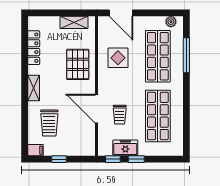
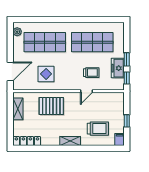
locker: (34, 48) -> (27, 141), moved
window: (186, 55) -> (44, 19), removed
door: (96, 109) -> (87, 91), width x0.53

